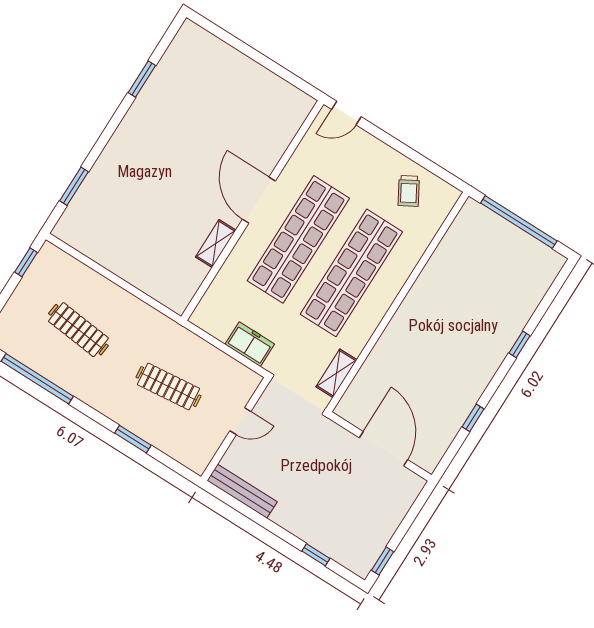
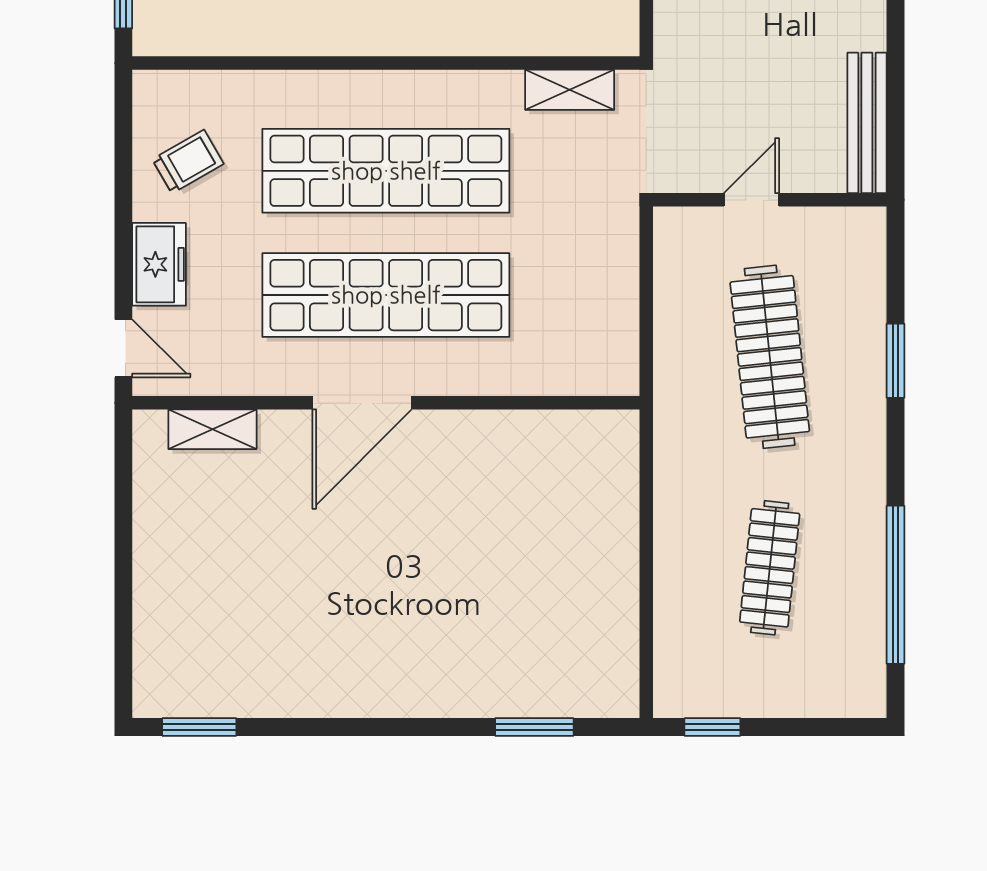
window: (142, 79) -> (199, 727), moved
shelving: (216, 244) -> (212, 429), moved
freezer: (250, 344) -> (159, 264), moved, turned 180
clothes rail: (168, 387) -> (770, 357), width x1.37, depth x1.31
door: (240, 421) -> (751, 200), hinge flipped

